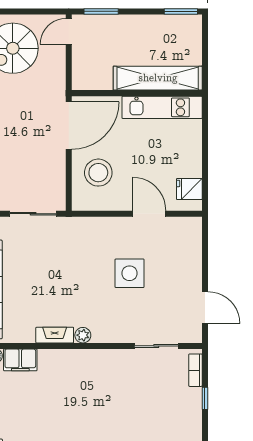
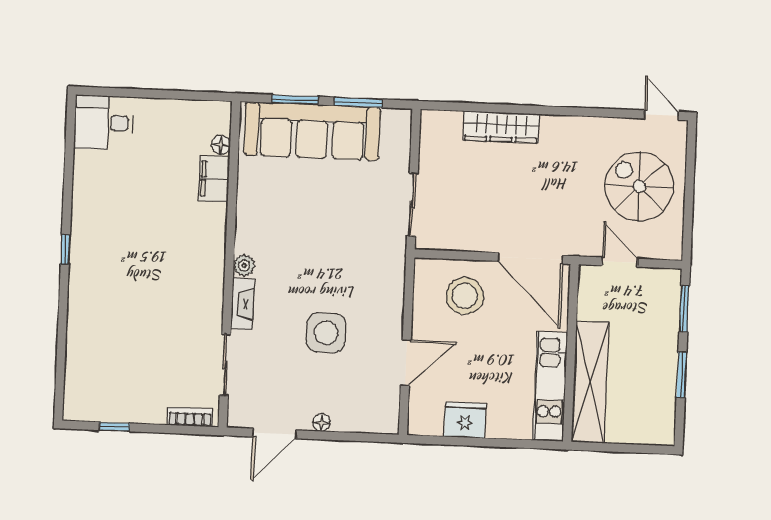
window: (181, 11) -> (681, 375), moved
door: (69, 32) -> (620, 262), moved
fridge: (189, 189) -> (465, 420), moved, width x1.38
floor lamp: (196, 274) -> (321, 423), added
fireplace: (55, 335) -> (243, 304), moved
window: (205, 398) -> (115, 427), moved

